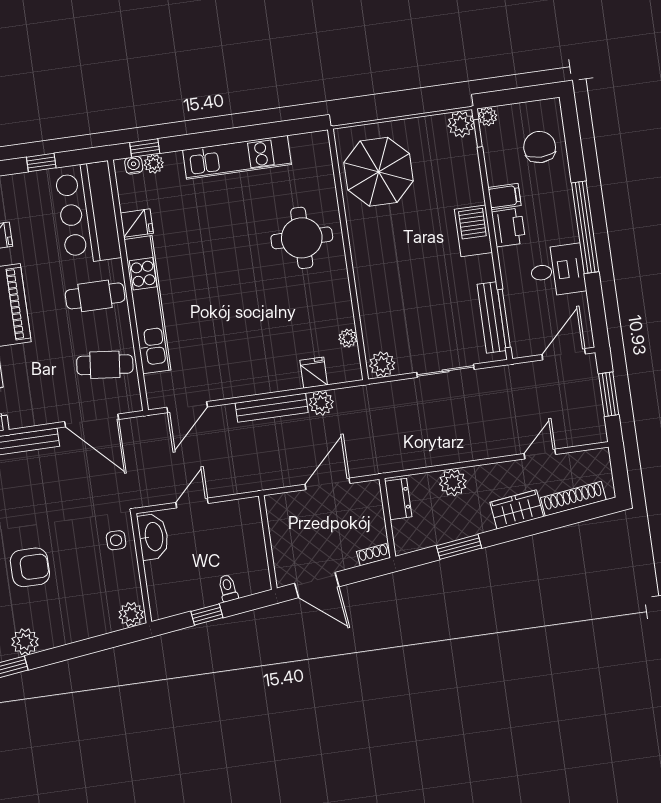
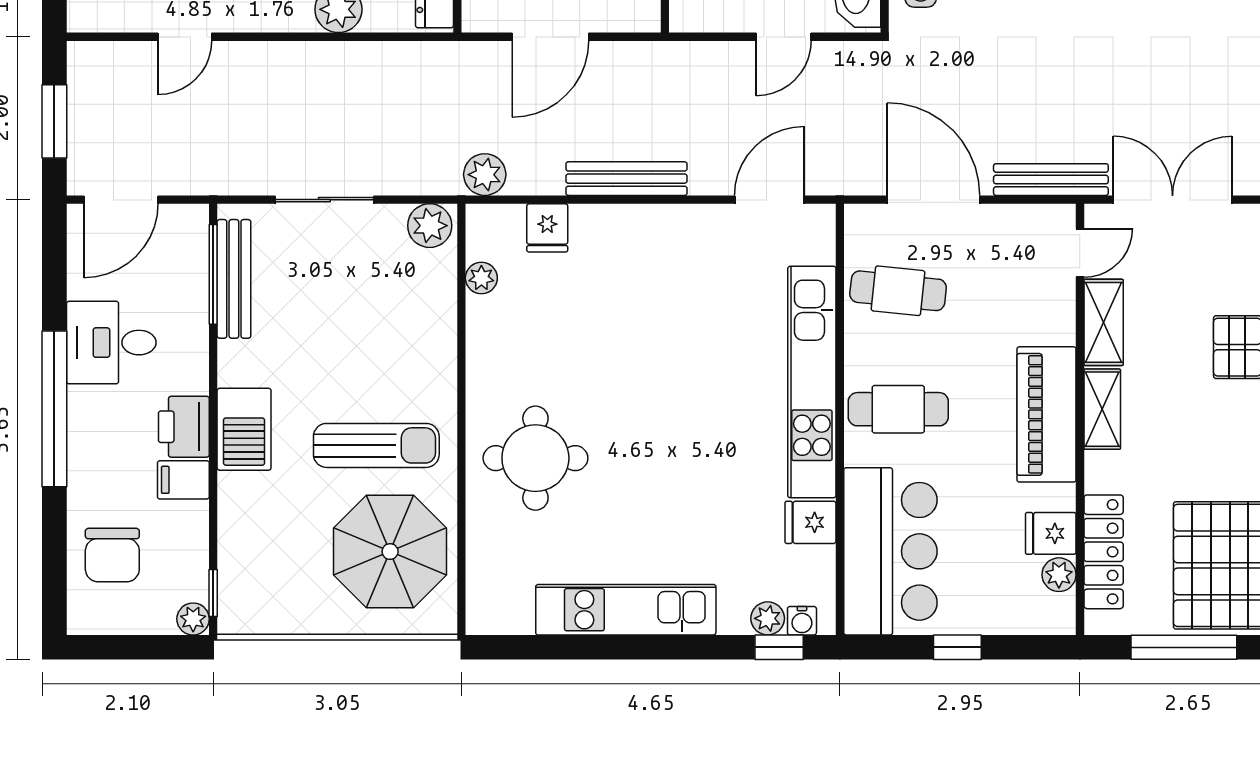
plant: (461, 124) -> (240, 612), removed
sun lounger: (395, 232) -> (376, 445), added
plant: (321, 403) -> (485, 175), moved

